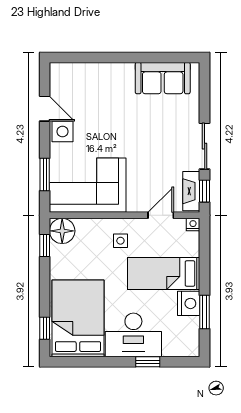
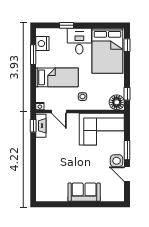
sofa: (163, 78) -> (84, 192), moved
sliding door: (205, 146) -> (33, 152), removed
window: (45, 175) -> (127, 150), moved
door: (161, 215) -> (59, 111), hinge flipped
nightstand: (189, 303) -> (42, 44), moved
desk: (133, 335) -> (79, 41), width x0.73

